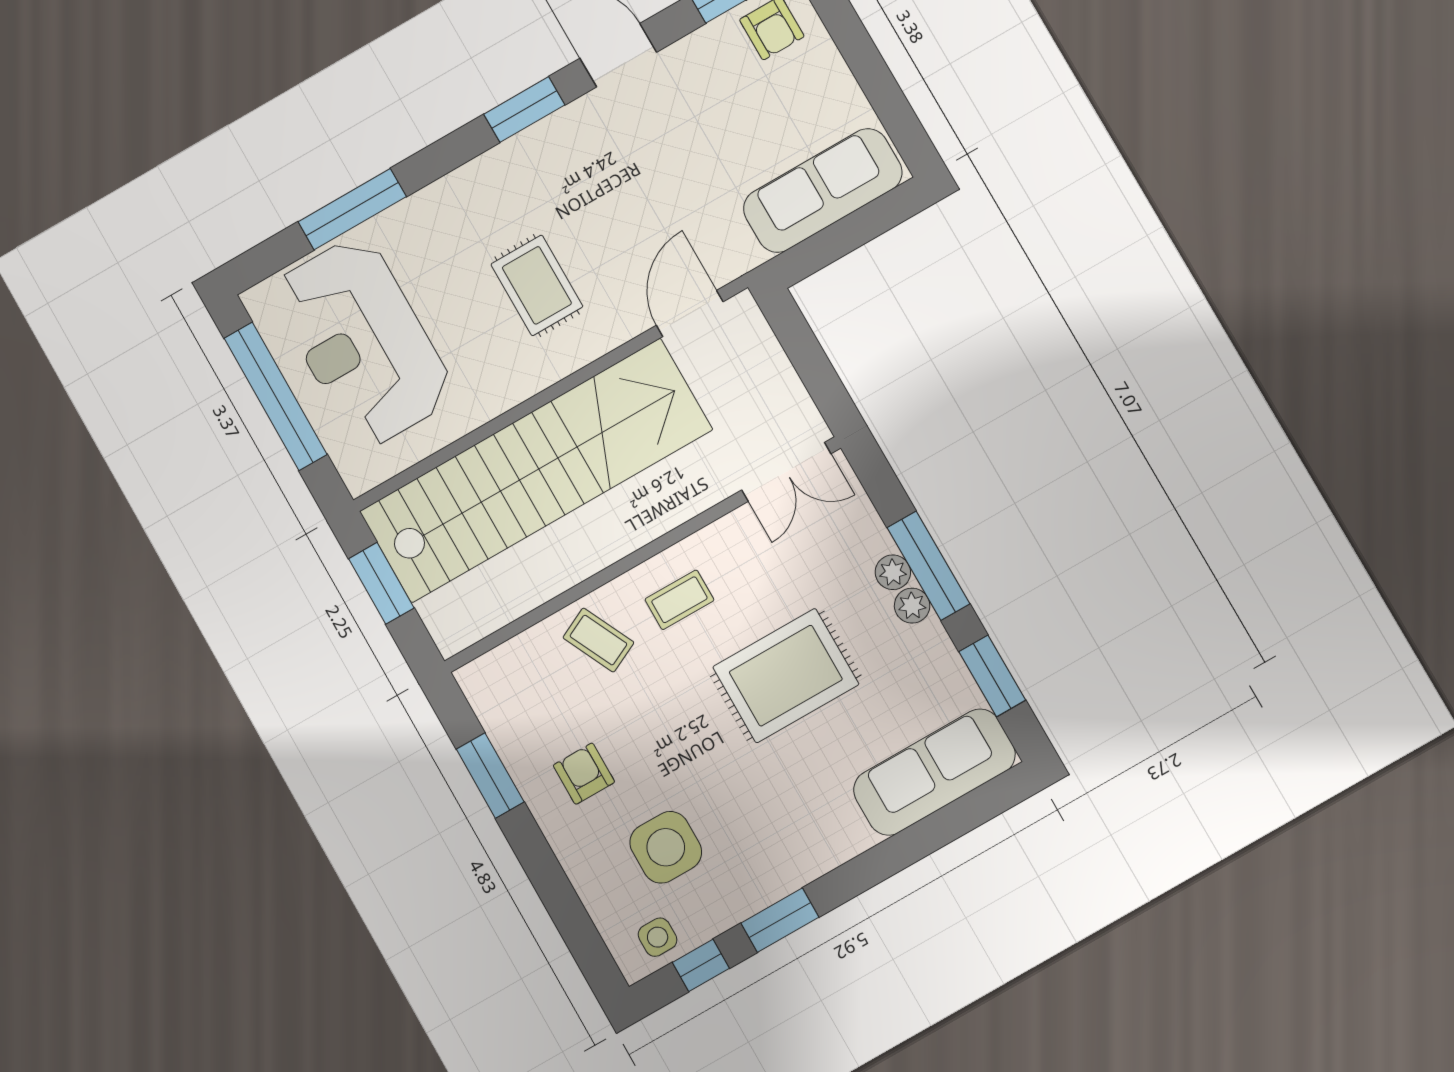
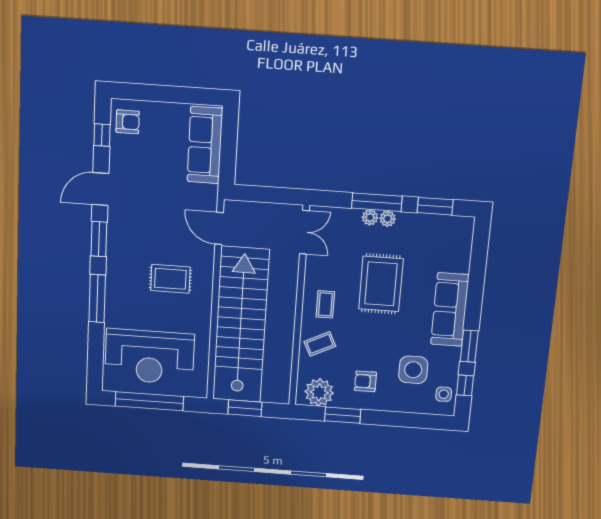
window: (352, 209) -> (97, 298), moved
plant: (505, 702) -> (319, 392), added
sofa: (934, 772) -> (450, 310), moved

